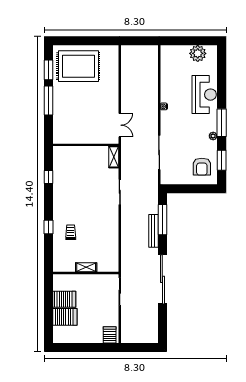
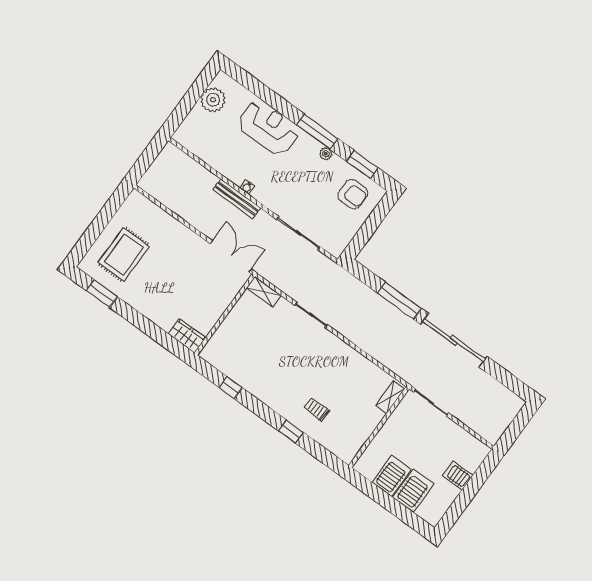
rug: (78, 66) -> (124, 254), width x0.73, depth x0.69
window: (48, 101) -> (139, 321), removed
double door: (120, 125) -> (231, 256), width x1.37
wardrobe: (59, 133) -> (187, 336), added
window: (162, 220) -> (399, 301), moved
bench: (153, 231) -> (237, 199), moved
shelving: (86, 267) -> (390, 397), moved
server rack: (110, 335) -> (458, 476), moved

